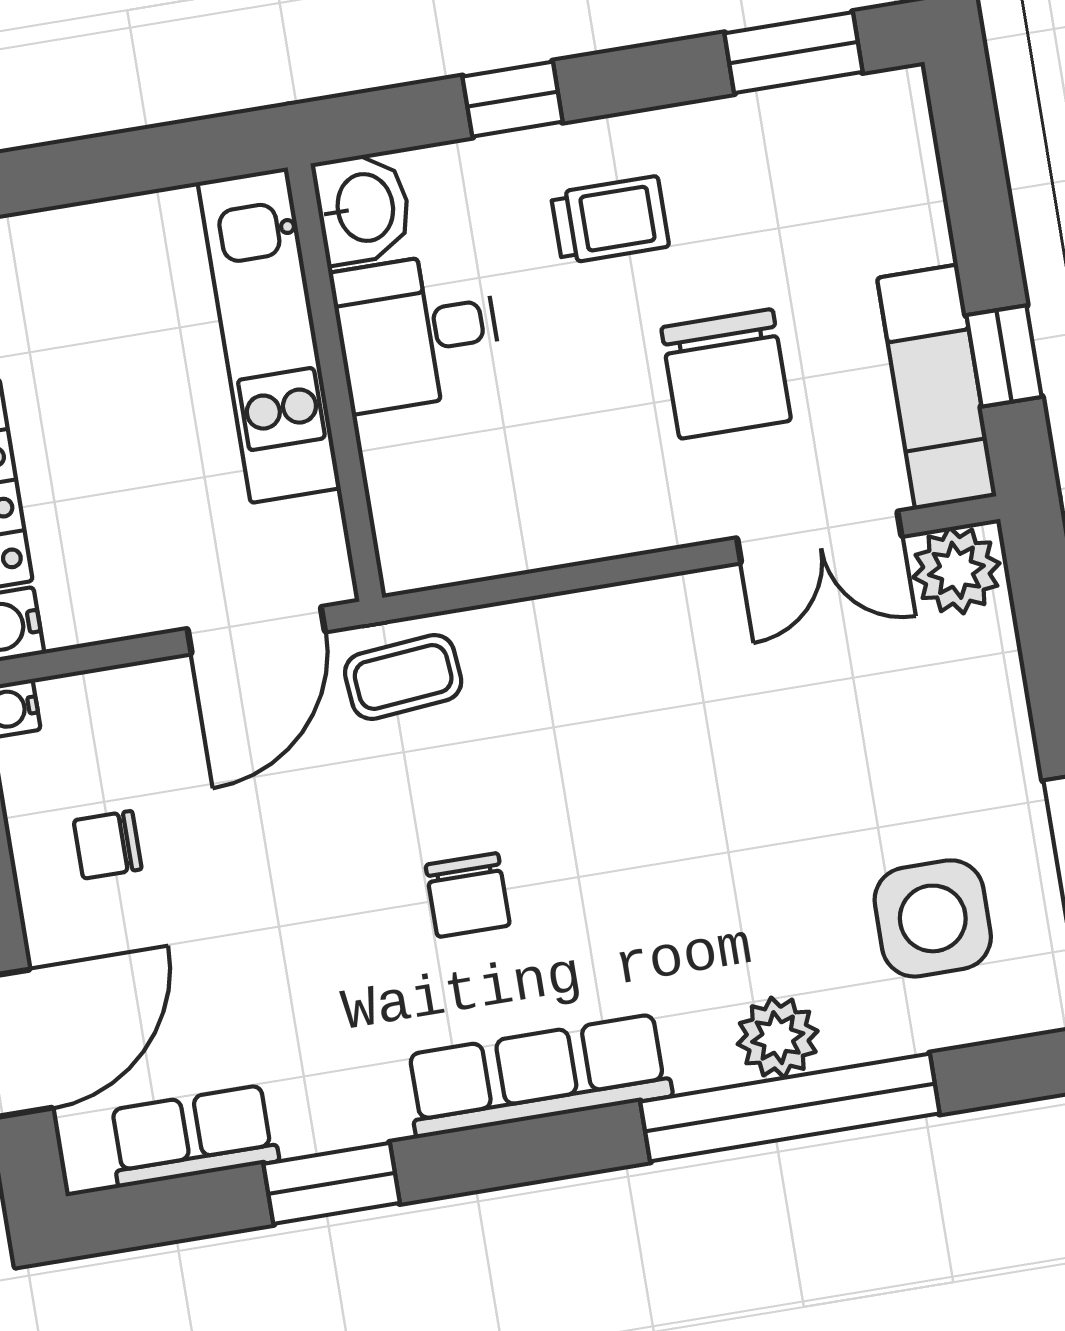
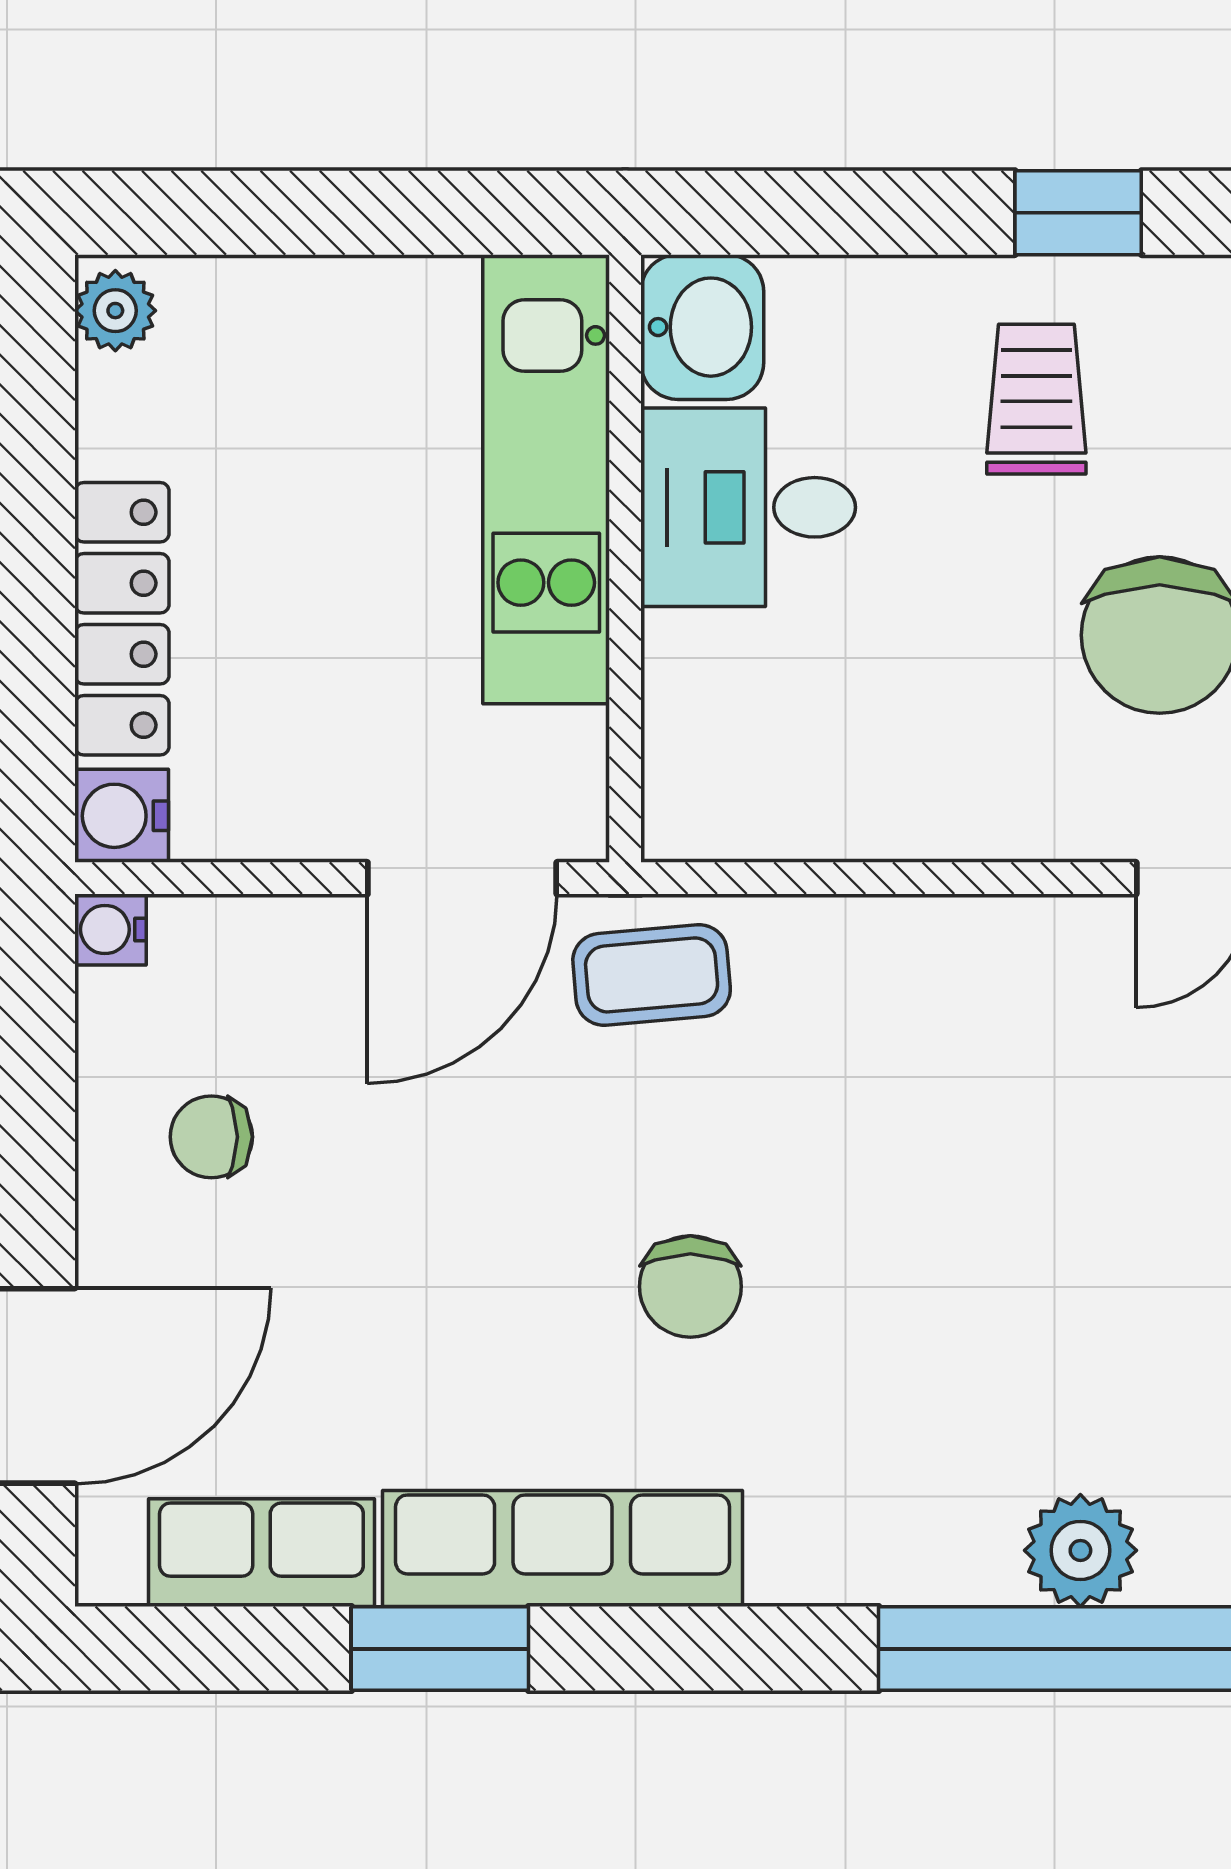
window: (513, 99) -> (1078, 213), moved
trolley: (610, 220) -> (1036, 399), turned -90
row of seats: (538, 1076) -> (563, 1548), moved

